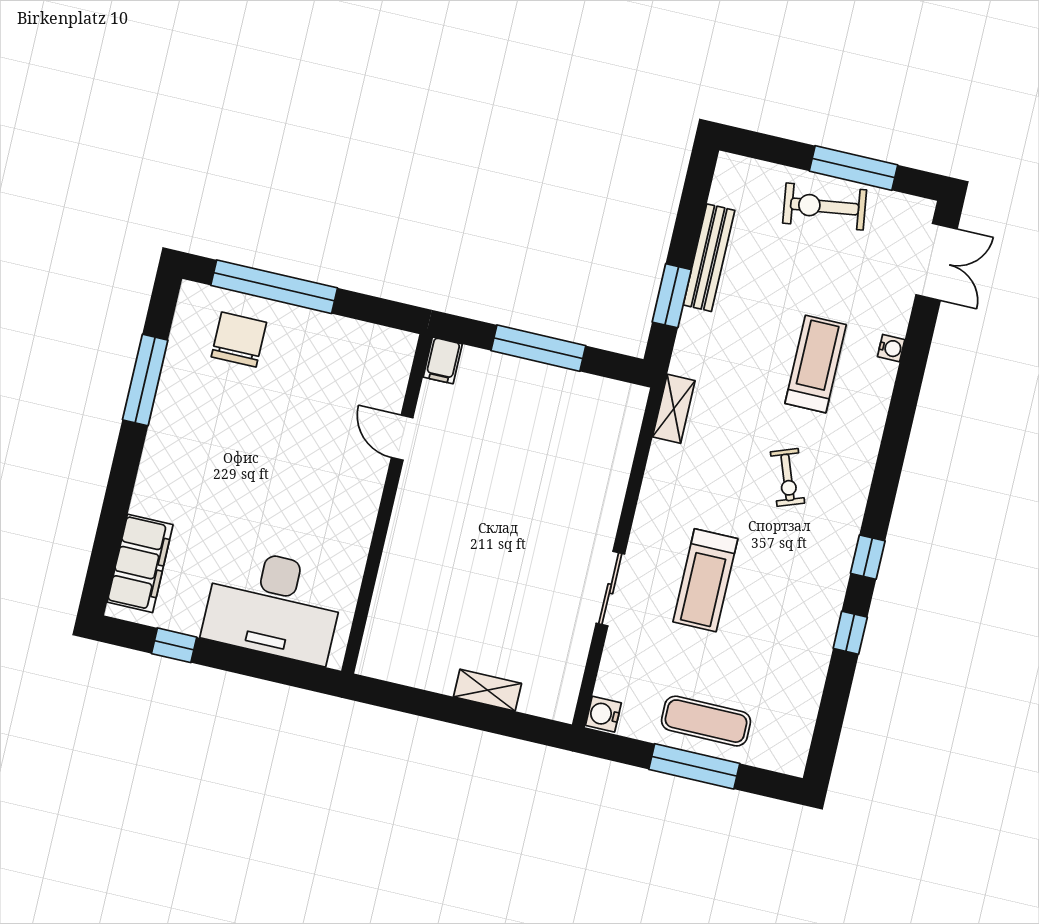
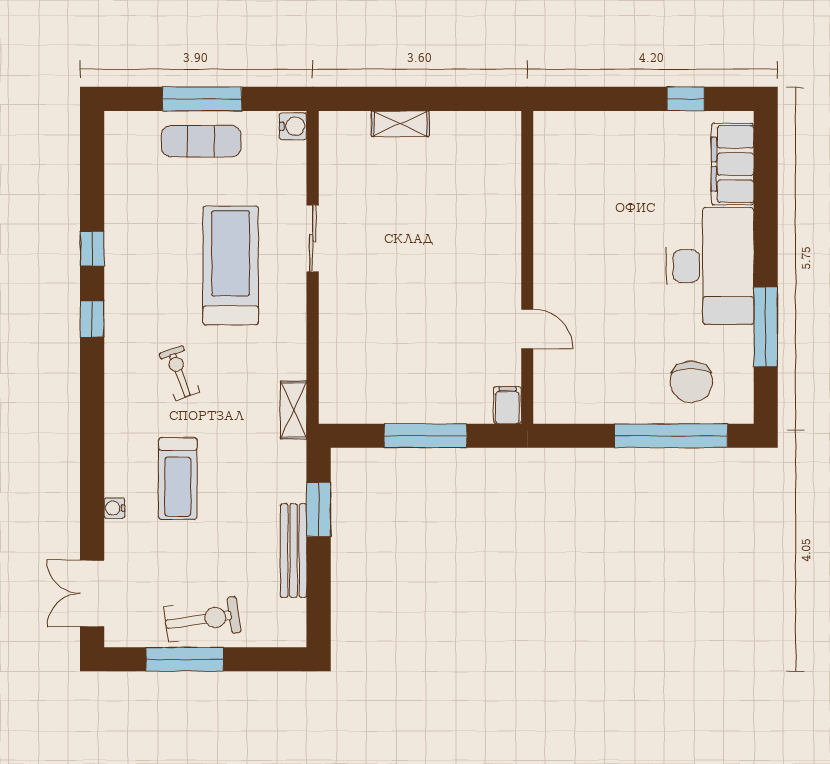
treadmill: (705, 580) -> (231, 265), width x1.37, depth x1.38
desk: (274, 605) -> (710, 266), moved, turned 90

